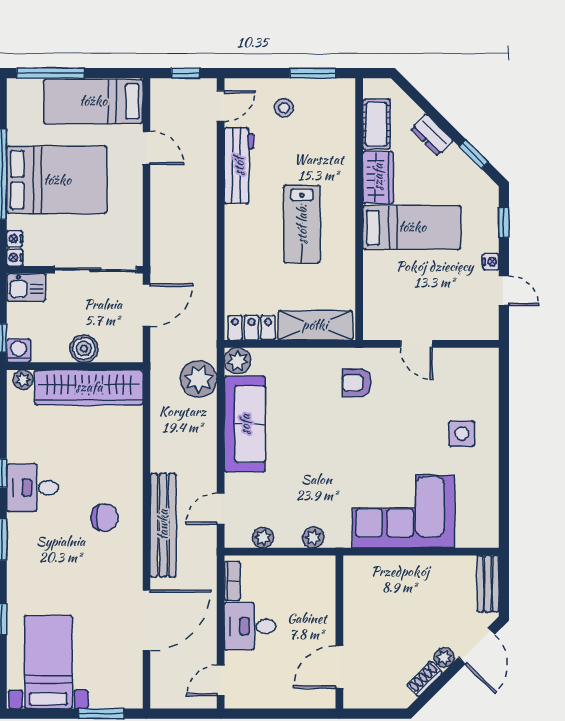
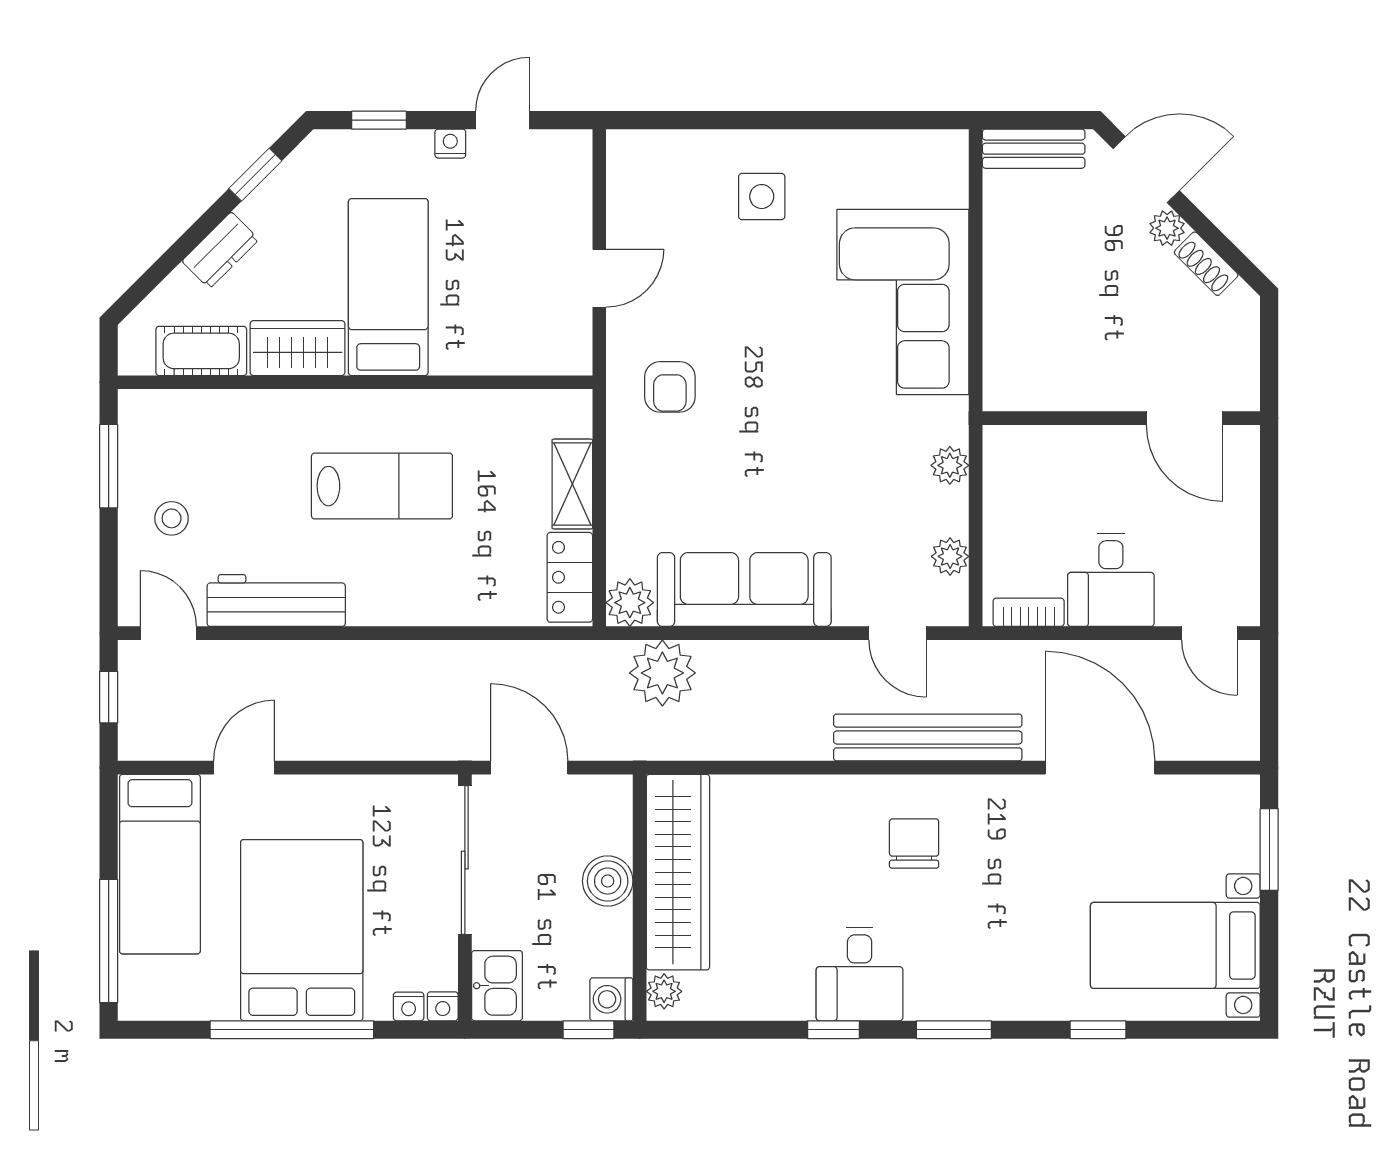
shelving: (315, 325) -> (572, 484), width x0.67, depth x0.75

